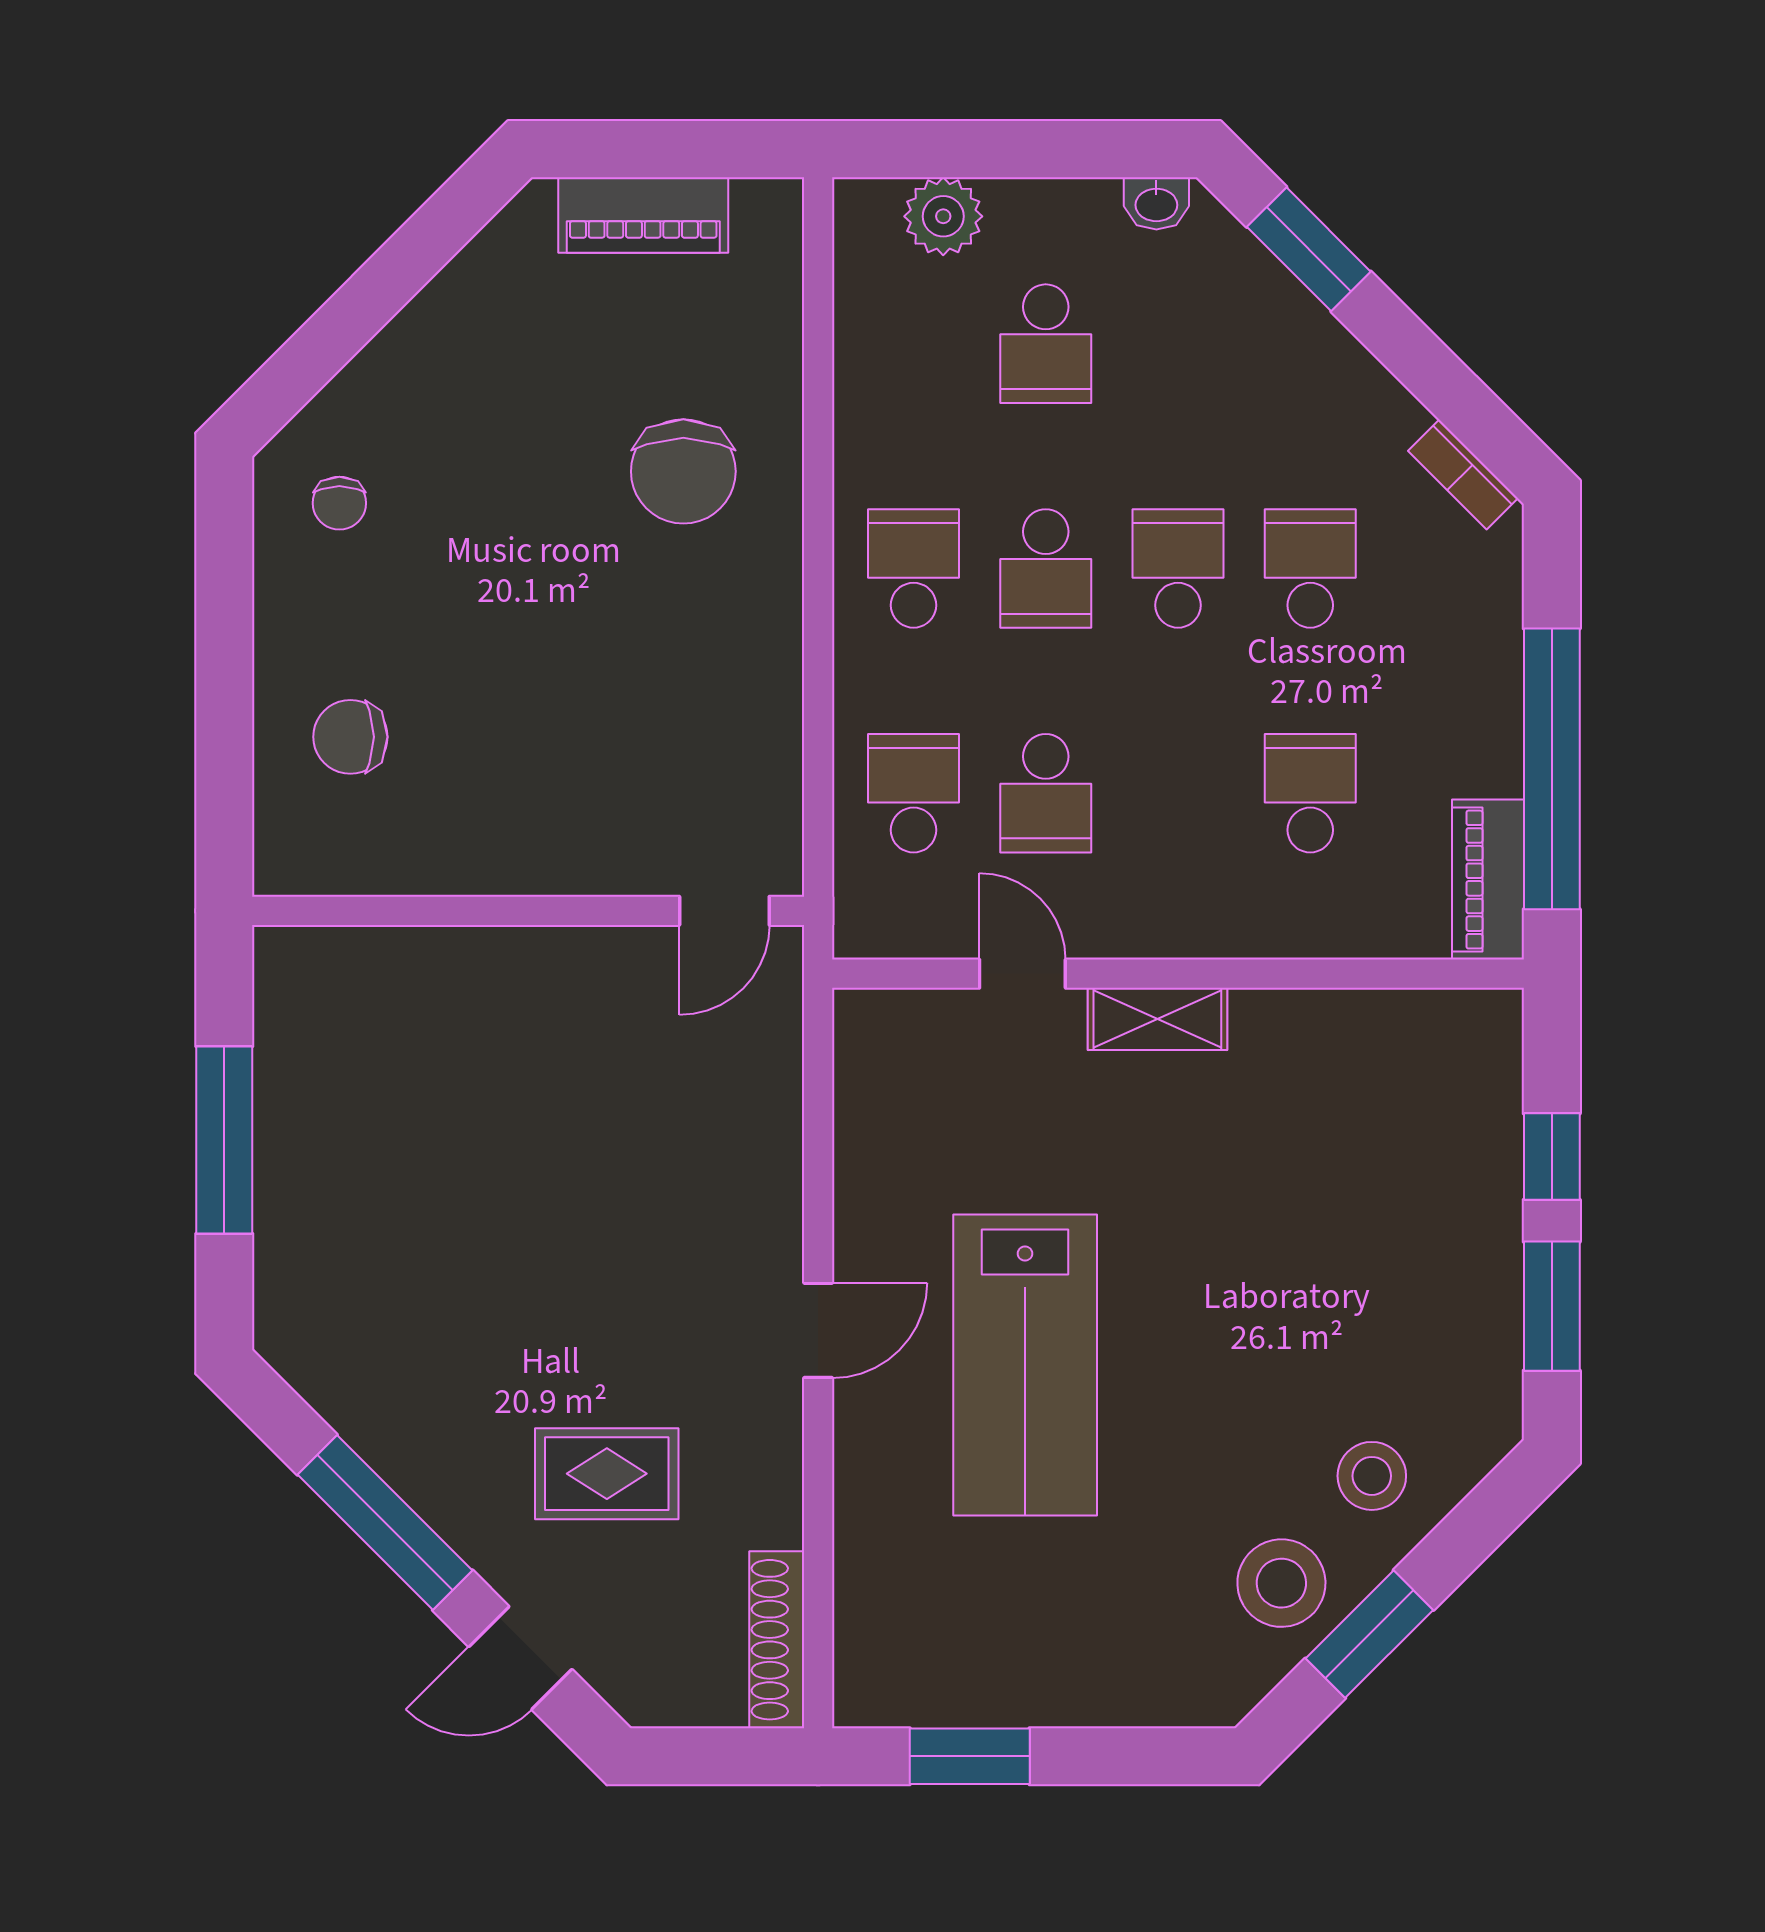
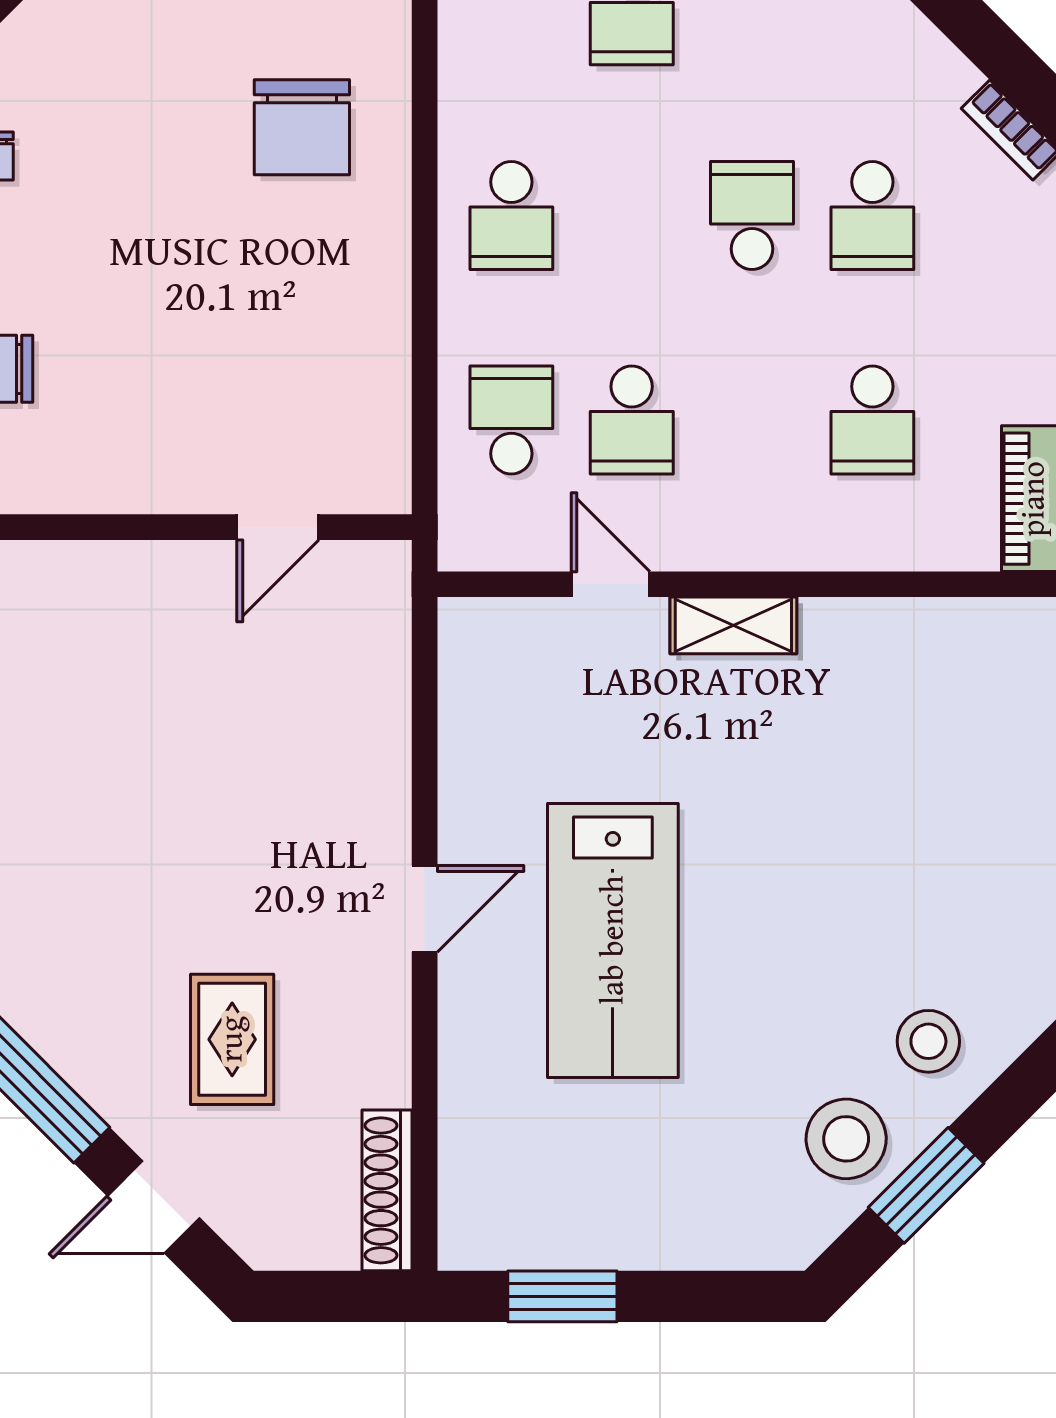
school desk: (914, 568) -> (511, 215), turned 180
school desk: (1046, 568) -> (632, 215), removed
school desk: (1310, 568) -> (872, 215), turned 180
school desk: (1310, 793) -> (872, 420), turned 180
door: (724, 911) -> (278, 527), moved
rug: (607, 1474) -> (232, 1039), turned 90

